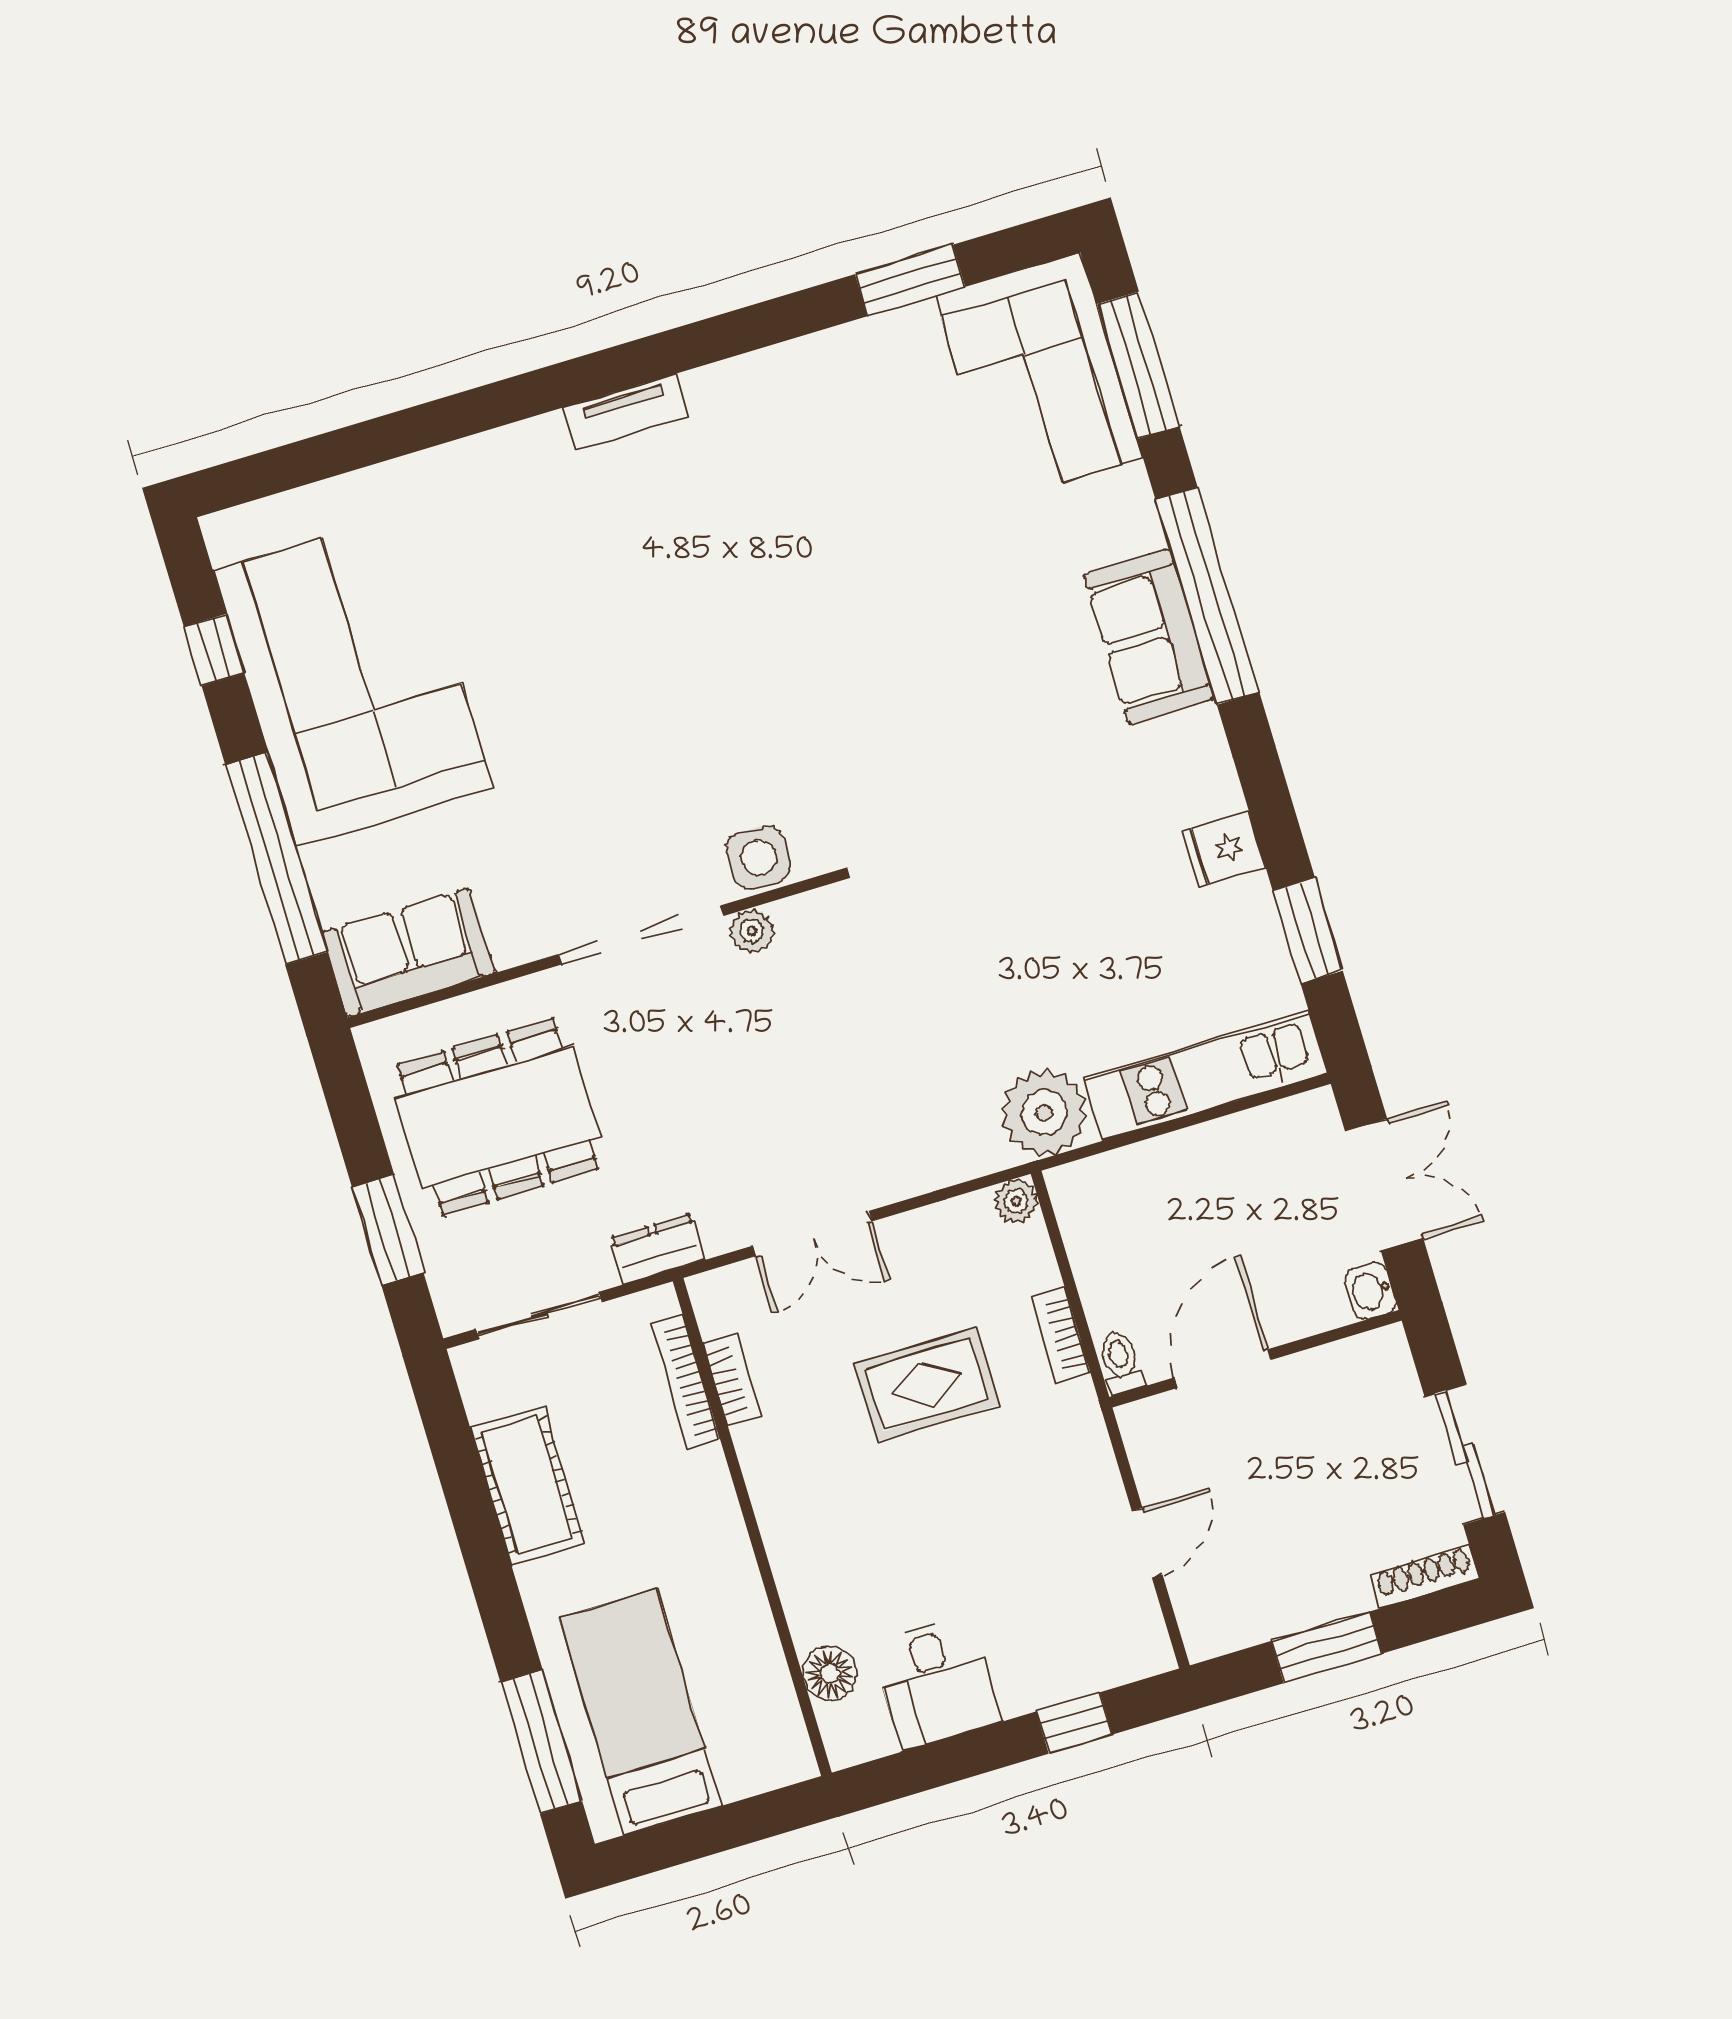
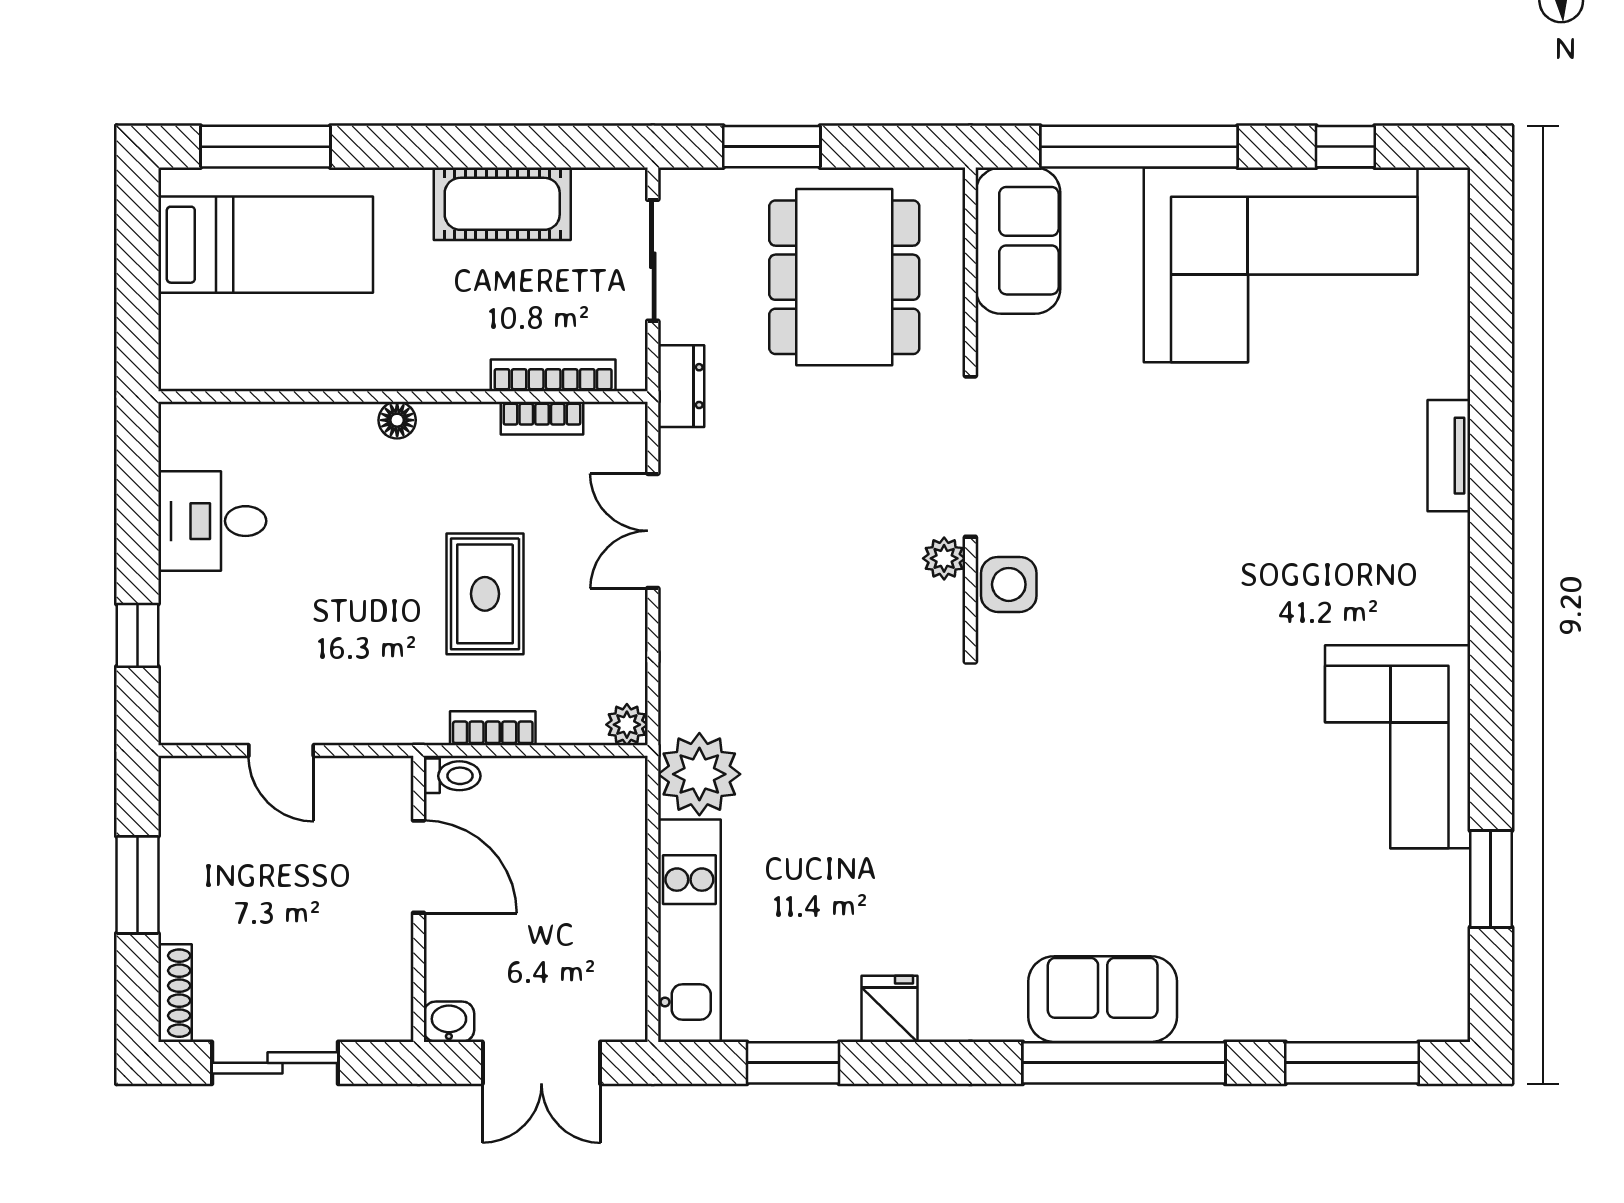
corner sofa: (1039, 377) -> (1398, 747), moved, turned -90
tv unit: (626, 412) -> (1449, 456), moved
floor lamp: (830, 1674) -> (397, 420), moved, width x0.73, depth x0.73

